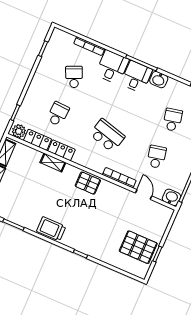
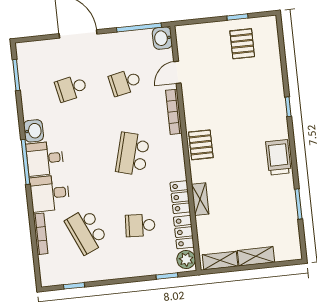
school desk: (74, 77) -> (86, 231), width x1.85
trolley: (51, 229) -> (278, 157), turned 180
pallet: (138, 247) -> (242, 44), width x0.67, depth x0.71

